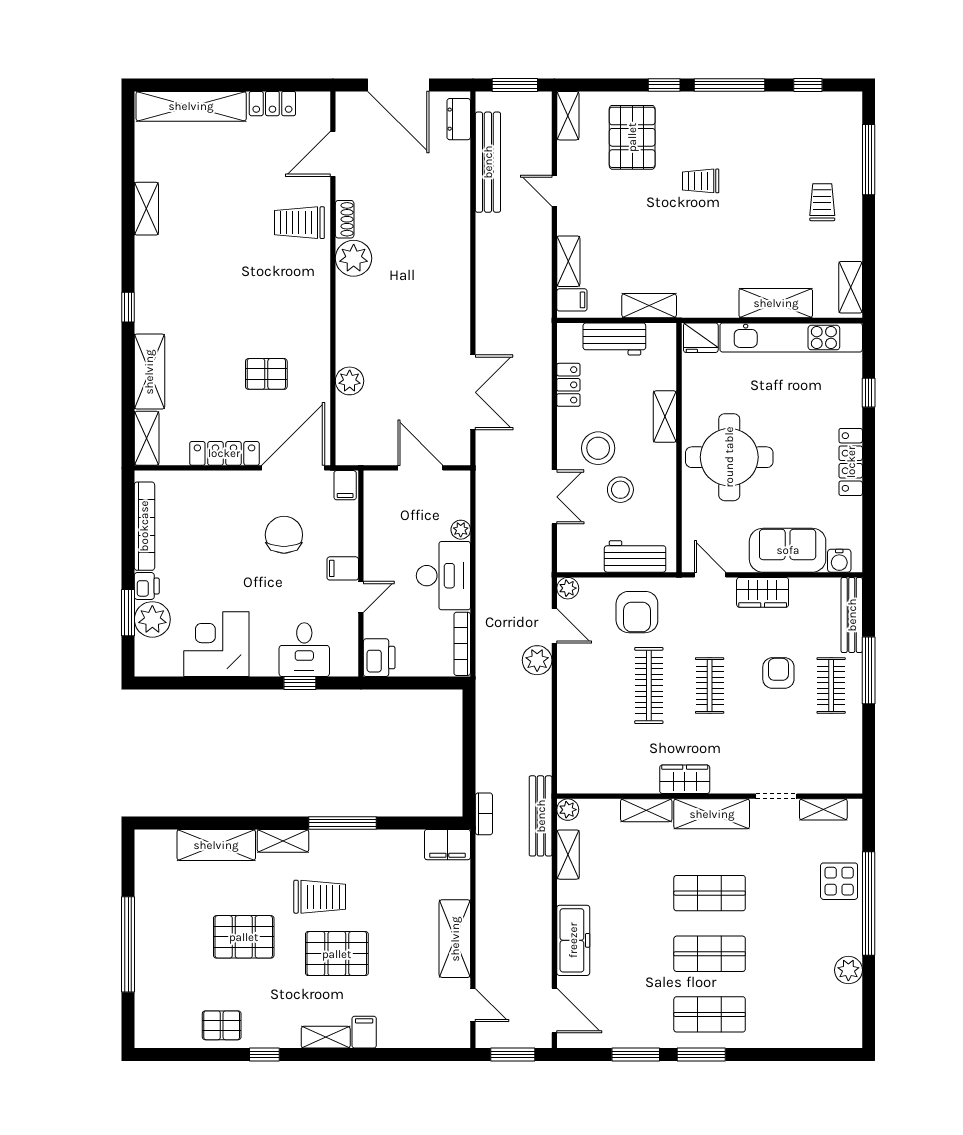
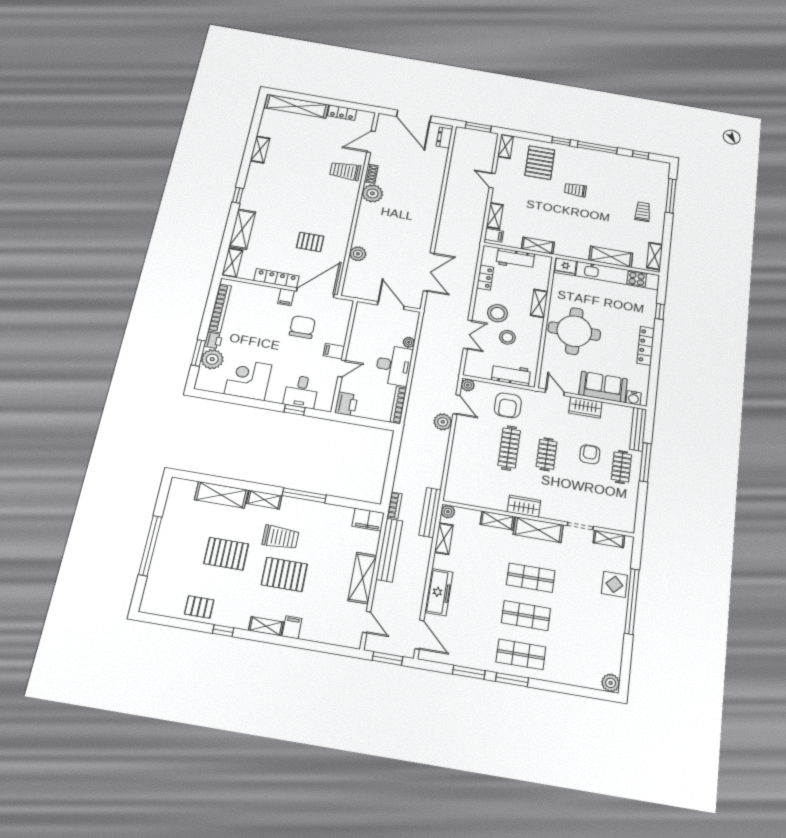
bench: (488, 162) -> (389, 550), moved
filing cabinet: (345, 485) -> (286, 297), moved
plant: (848, 970) -> (611, 683), moved

